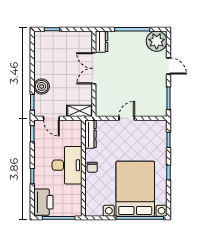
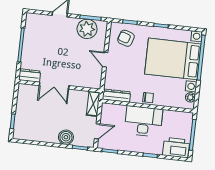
plant: (157, 41) -> (87, 29), moved
armchair: (151, 137) -> (126, 38), added
plant: (97, 211) -> (190, 97), added

